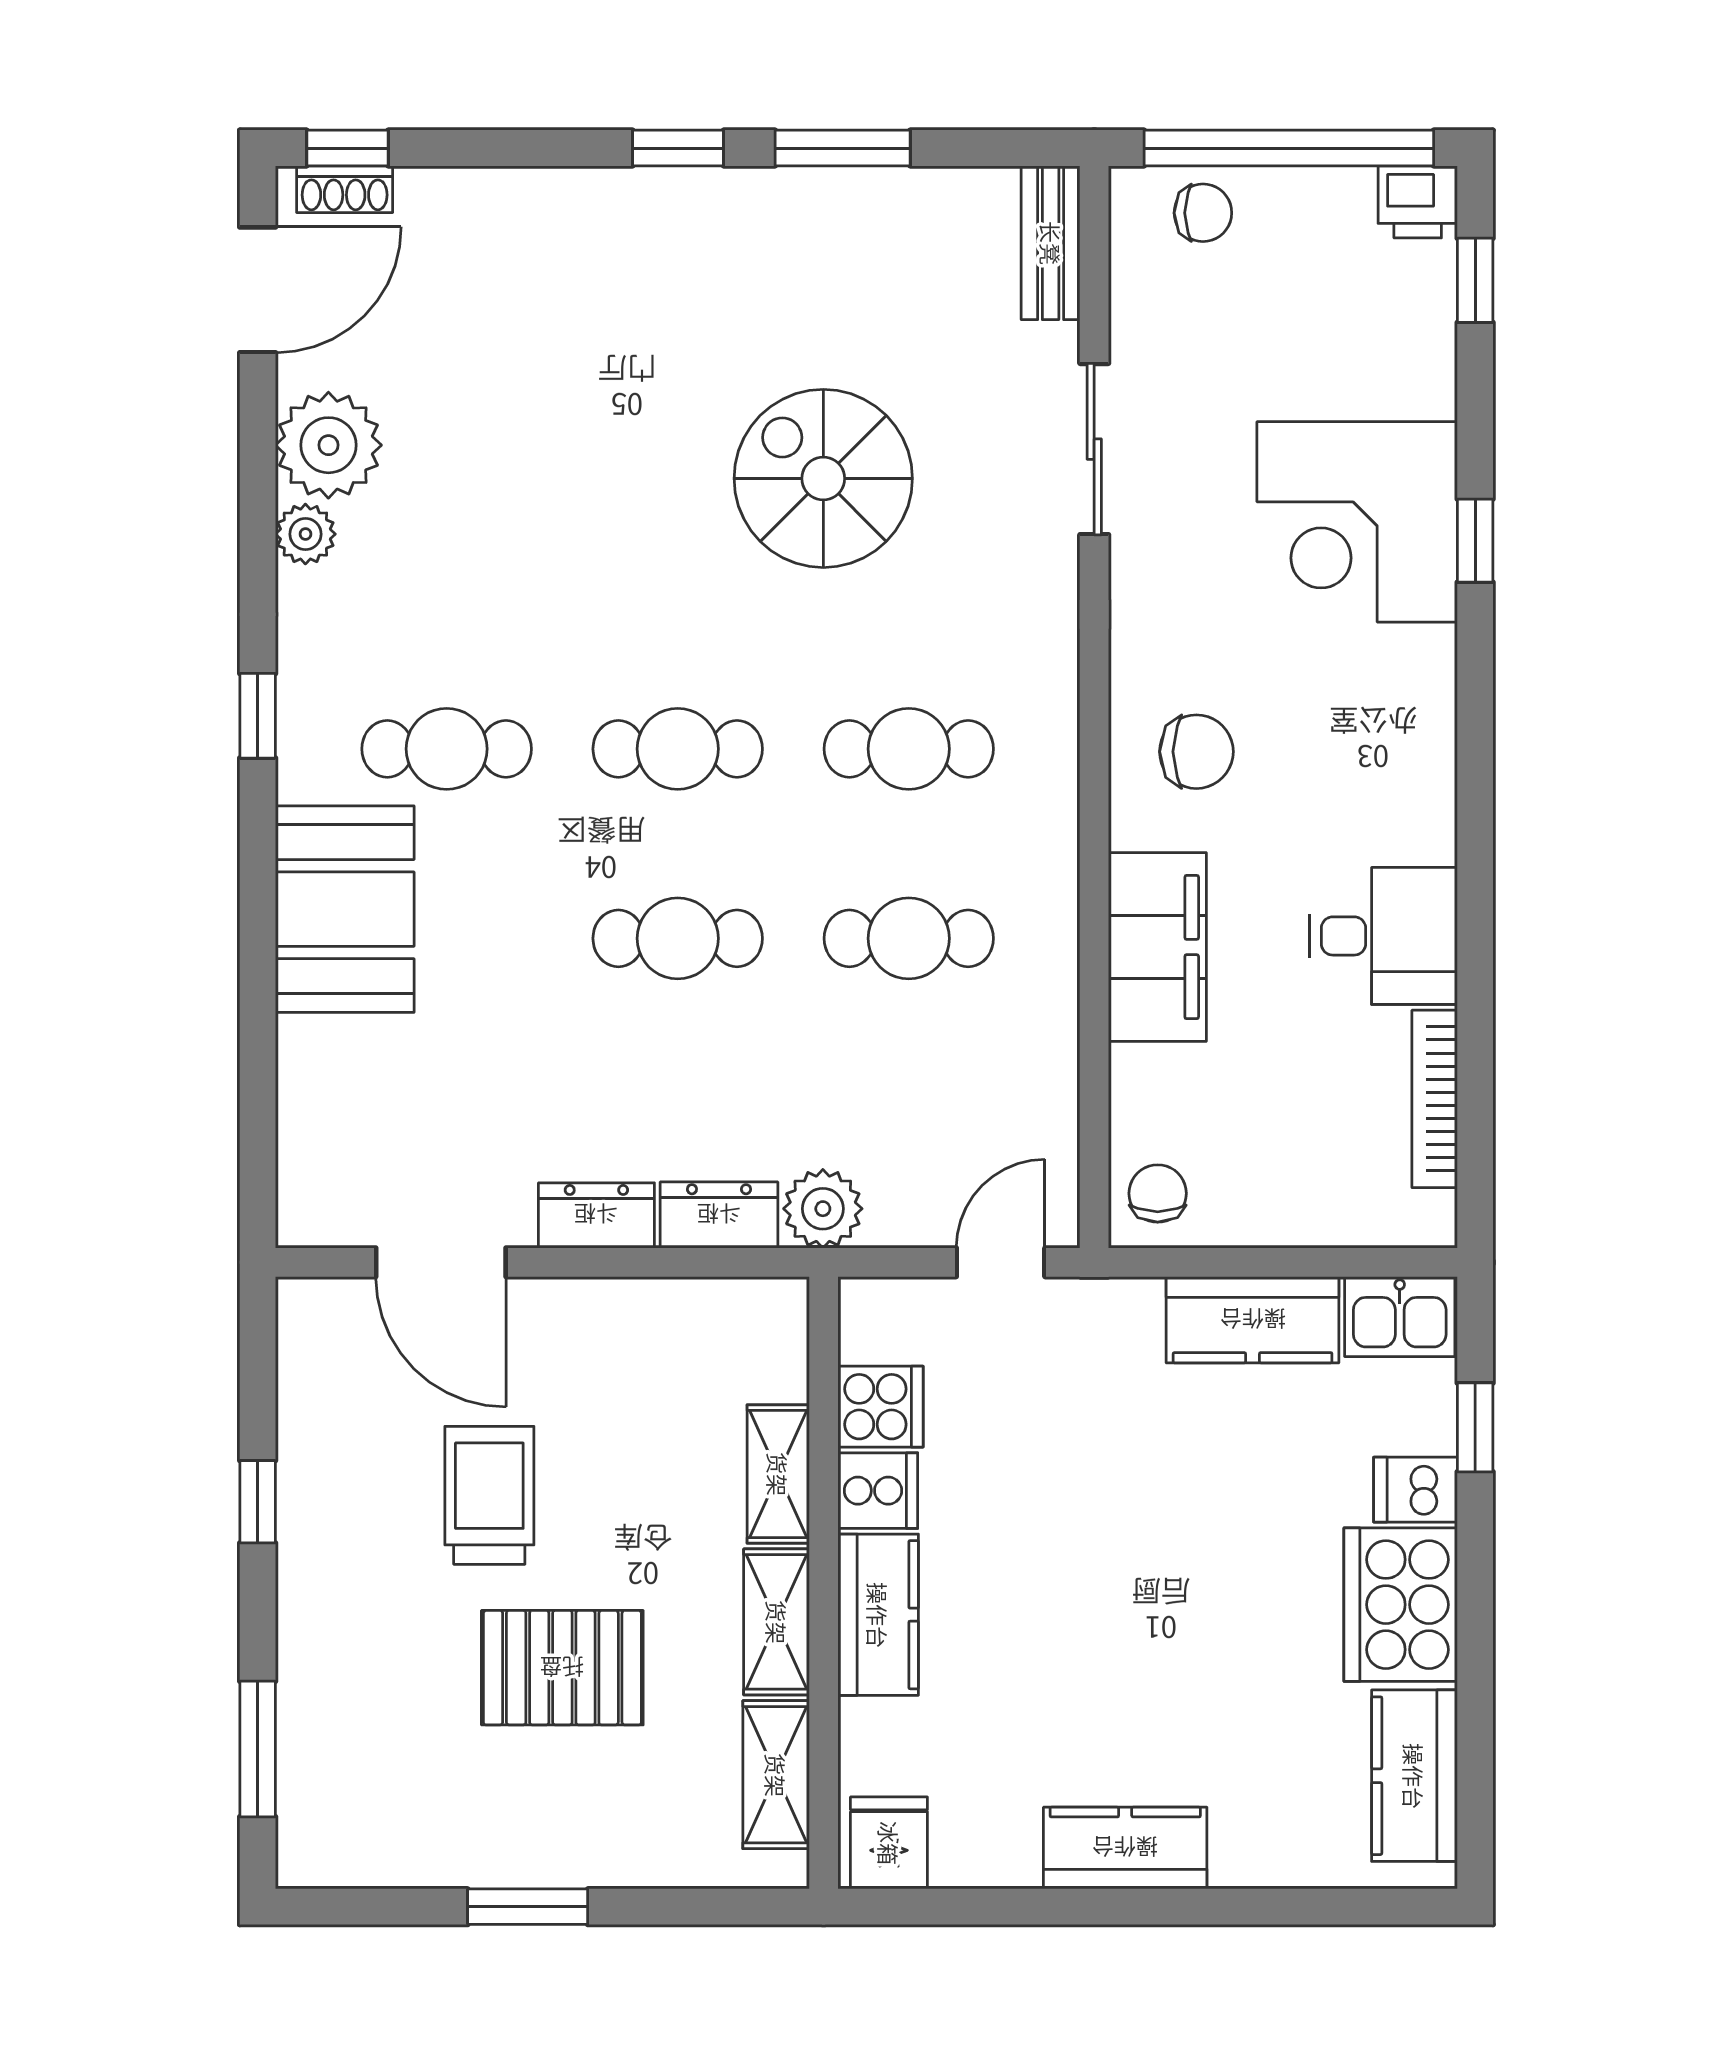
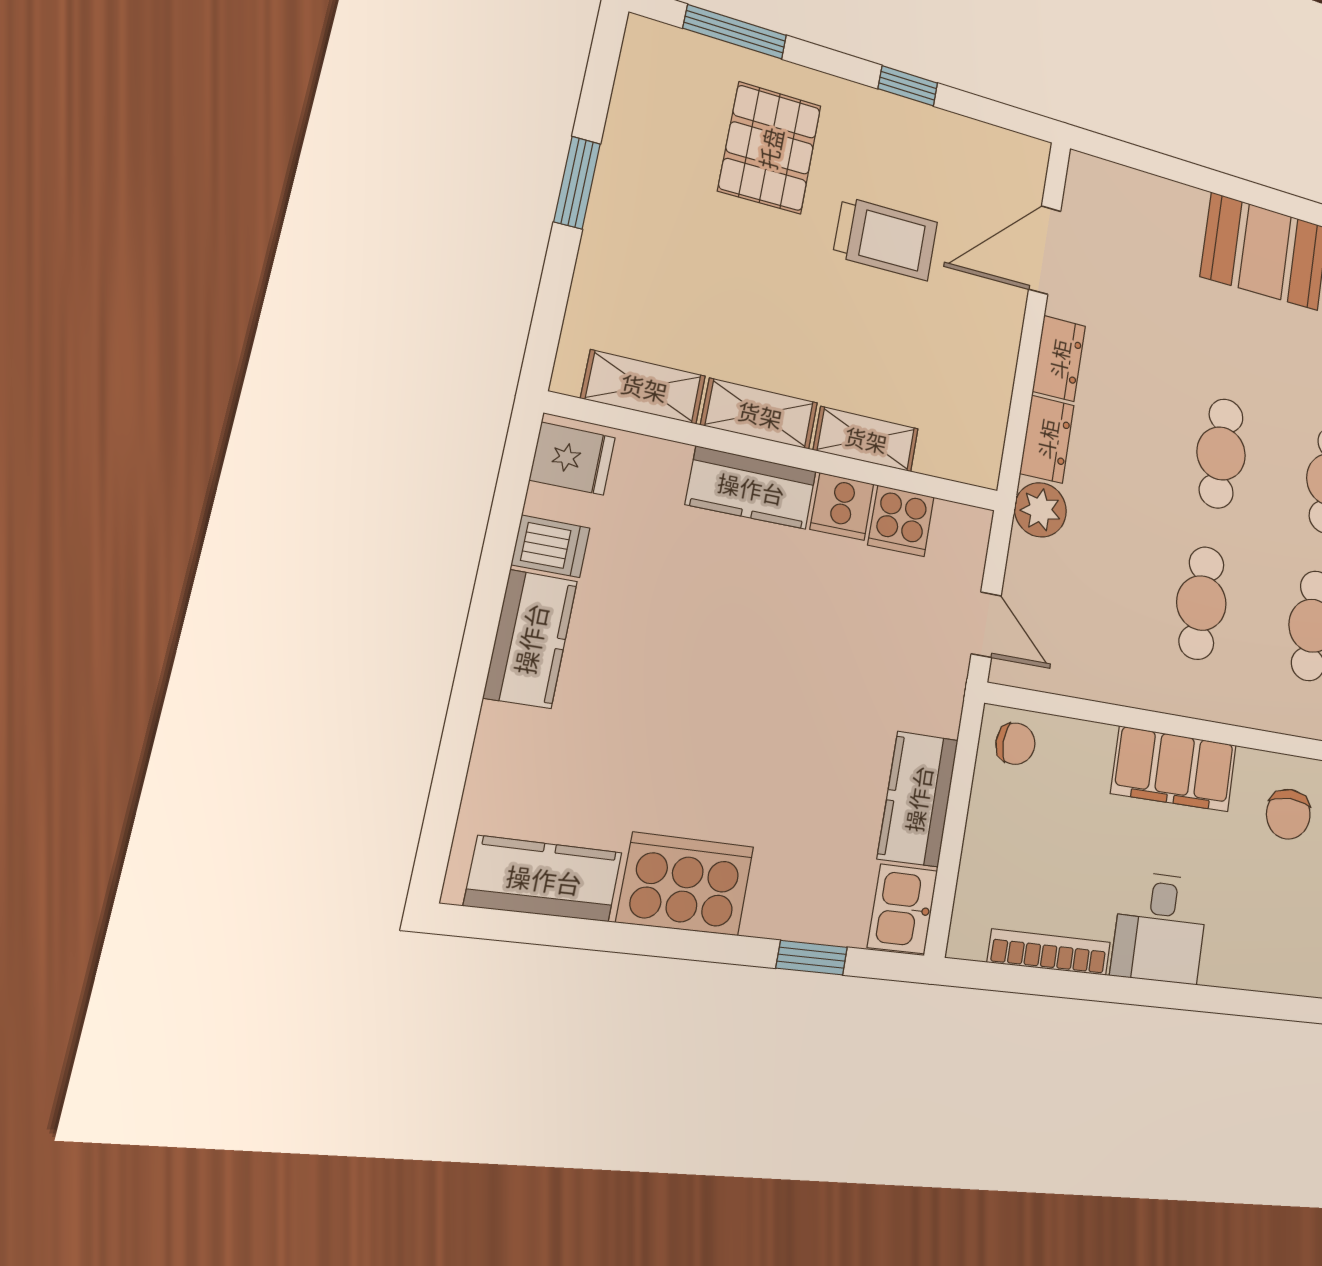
dishwasher: (1415, 1490) -> (551, 546), moved, turned 90
pallet: (562, 1668) -> (770, 148), moved

